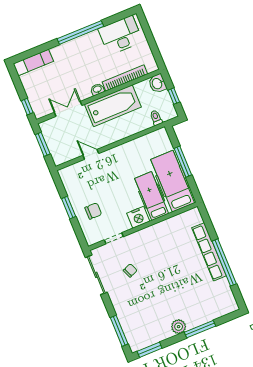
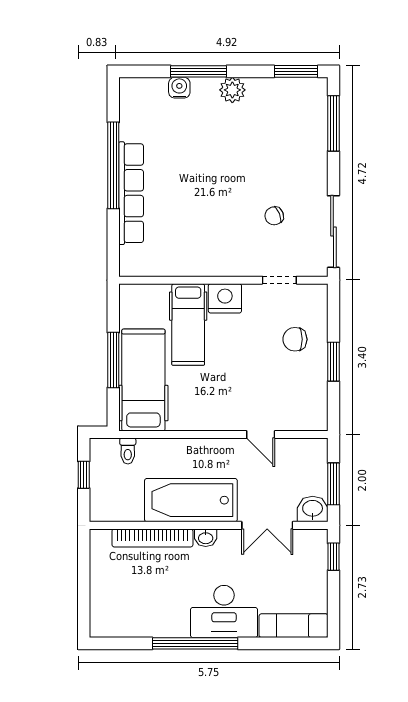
desk: (120, 35) -> (224, 611), moved
washbasin: (157, 83) -> (313, 509), moved, turned -90
hospital bed: (173, 181) -> (143, 380), moved, turned 180
water cooler: (206, 317) -> (179, 88), added

